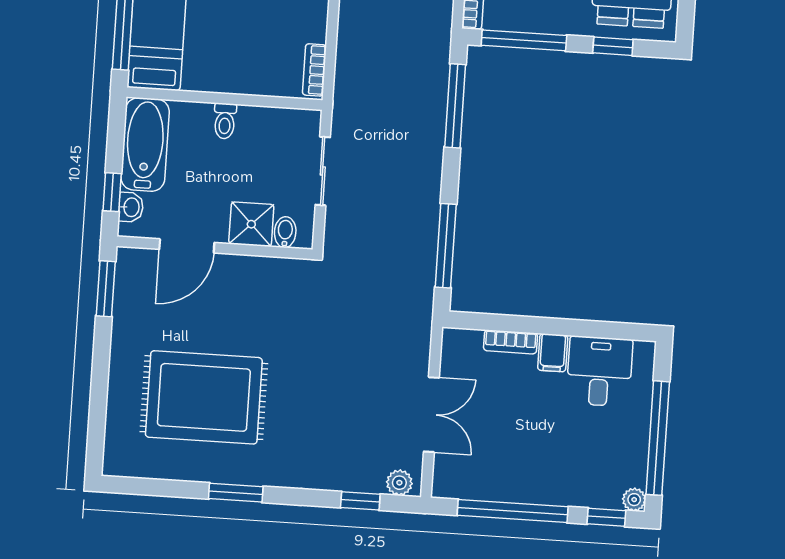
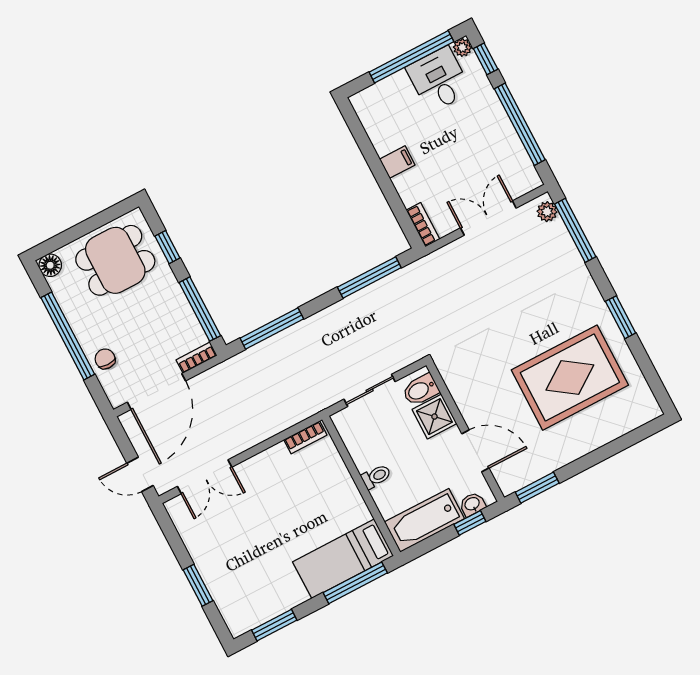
bidet: (285, 232) -> (421, 390), width x1.38, depth x1.36
bookcase: (511, 342) -> (423, 225), moved
desk: (599, 371) -> (439, 80), moved, turned 90
rug: (204, 397) -> (570, 378), turned 90
window: (360, 501) -> (575, 230), width x2.17

